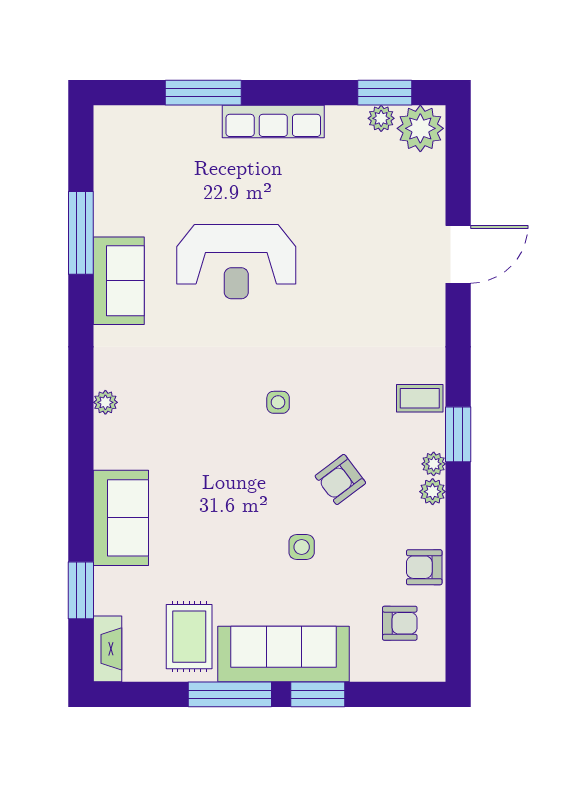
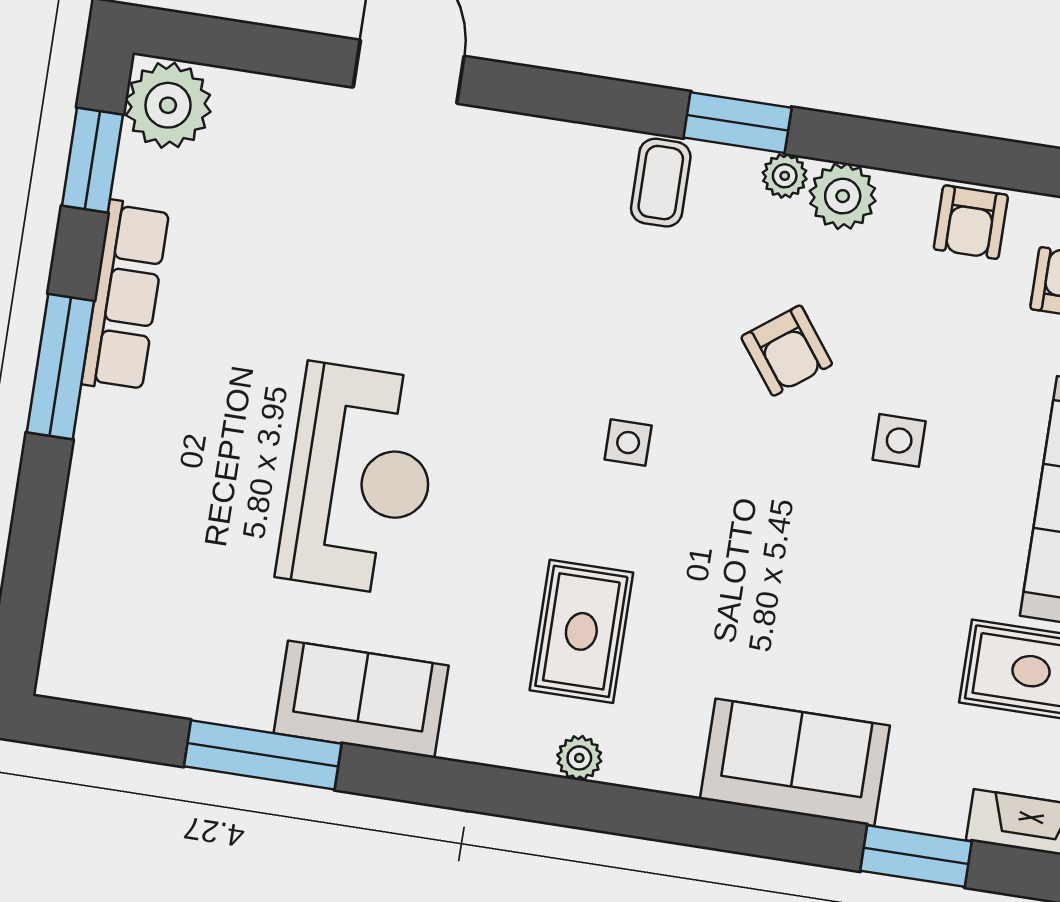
window: (203, 93) -> (60, 367), moved
plant: (381, 118) -> (138, 174), removed
row of seats: (273, 121) -> (125, 296), moved
rug: (173, 393) -> (581, 631), added
plant: (433, 492) -> (843, 196), width x1.38, depth x1.38

